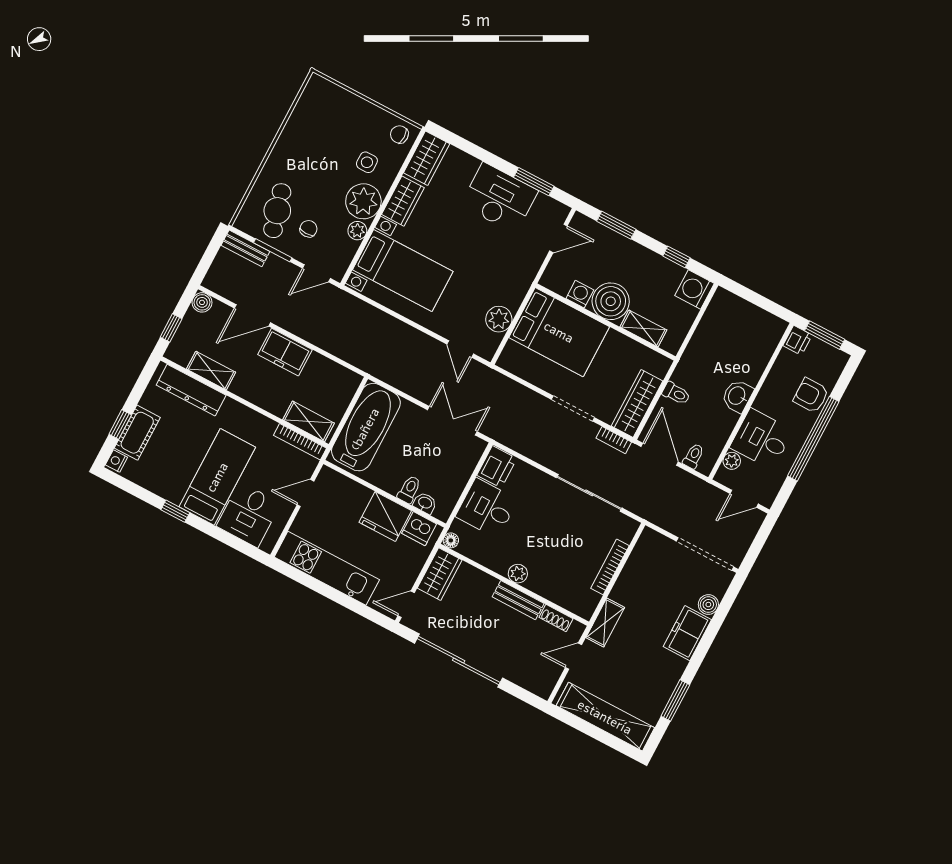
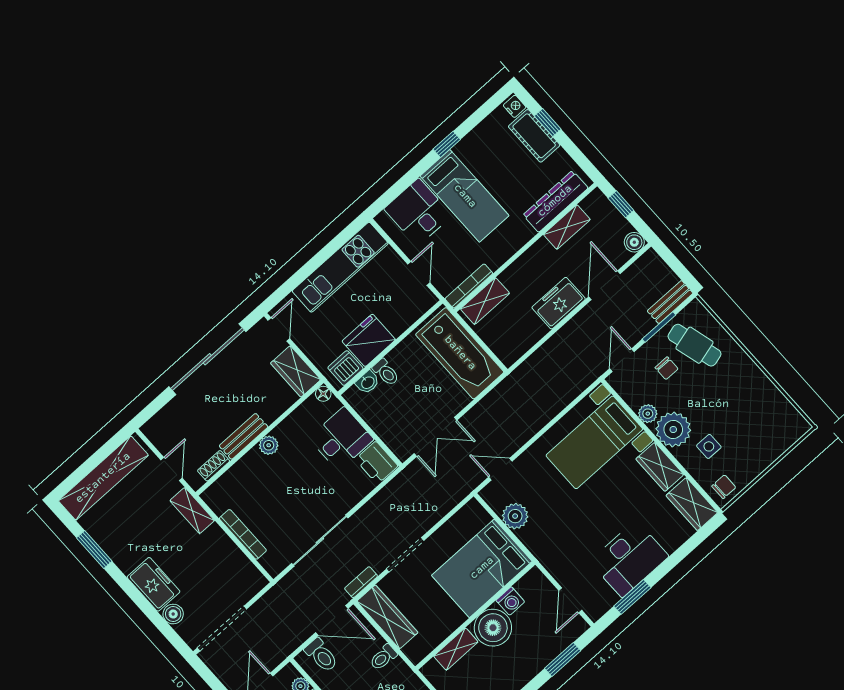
toilet: (694, 456) -> (321, 655), width x1.37, depth x1.39

